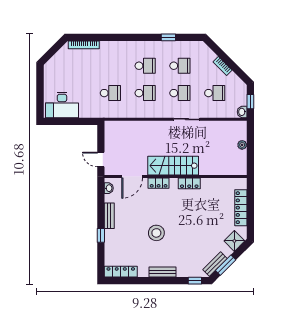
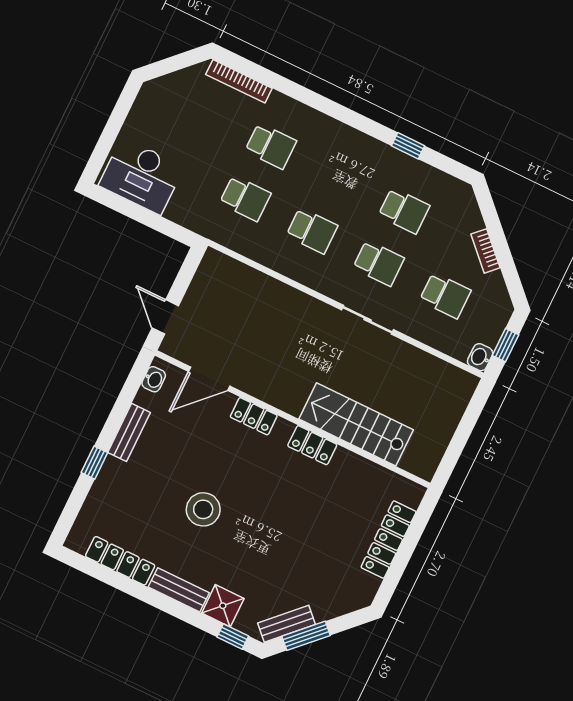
school desk: (145, 66) -> (271, 146), moved
plant: (242, 145) -> (450, 421), removed
stairs: (173, 166) -> (356, 424), moved
shower: (234, 241) -> (223, 606), moved, turned 45
locker: (121, 272) -> (120, 561), moved

